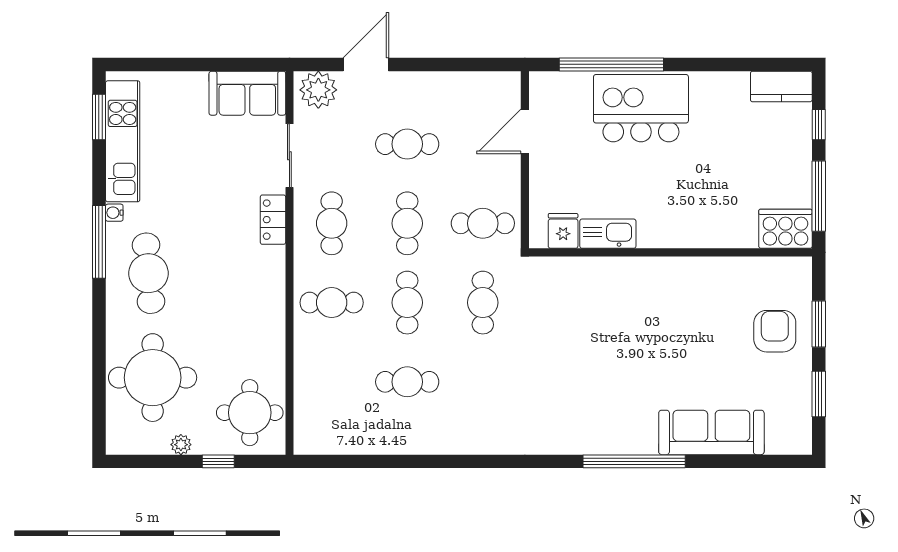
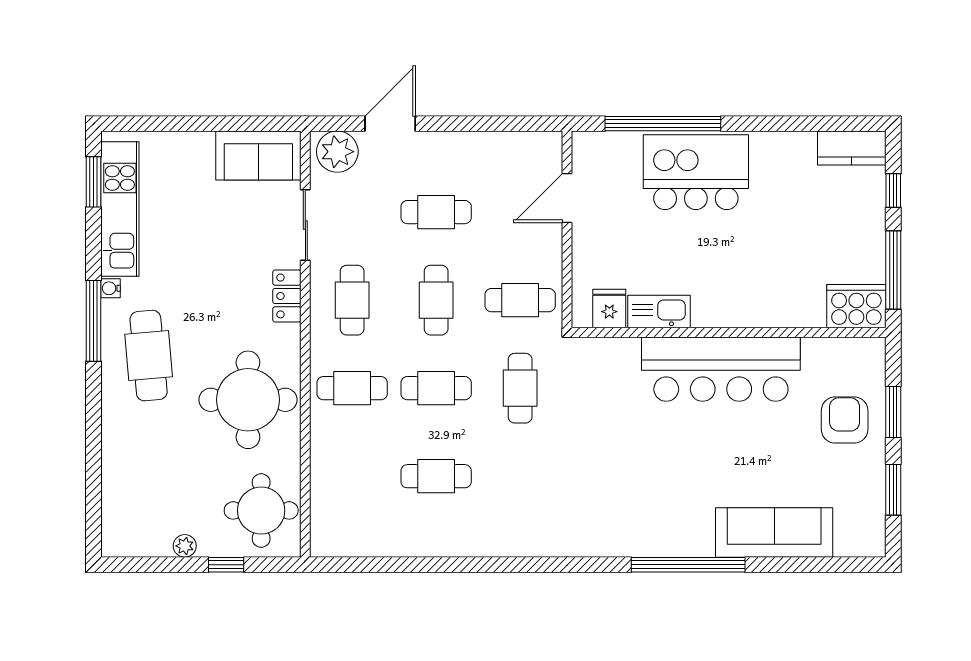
bar counter: (664, 285) -> (721, 369), added
cafe table: (407, 303) -> (436, 388), turned 90
round table: (153, 378) -> (248, 400), moved

